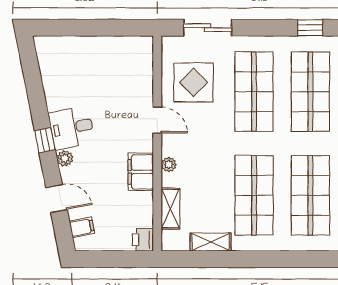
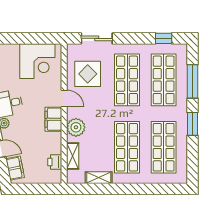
corner desk: (116, 63) -> (37, 61), added
plant: (169, 165) -> (76, 127), width x1.88, depth x1.88
filing cabinet: (141, 172) -> (53, 119), moved
filing cabinet: (82, 227) -> (15, 168), width x2.00
printer: (143, 240) -> (55, 162), moved

